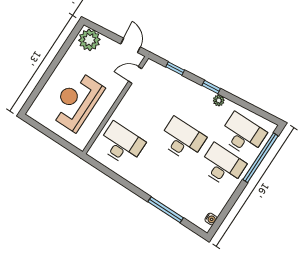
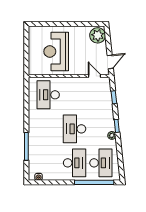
reception desk: (76, 101) -> (56, 51), turned -90
desk: (182, 139) -> (75, 129), turned 180
desk: (121, 144) -> (48, 95), turned 180

